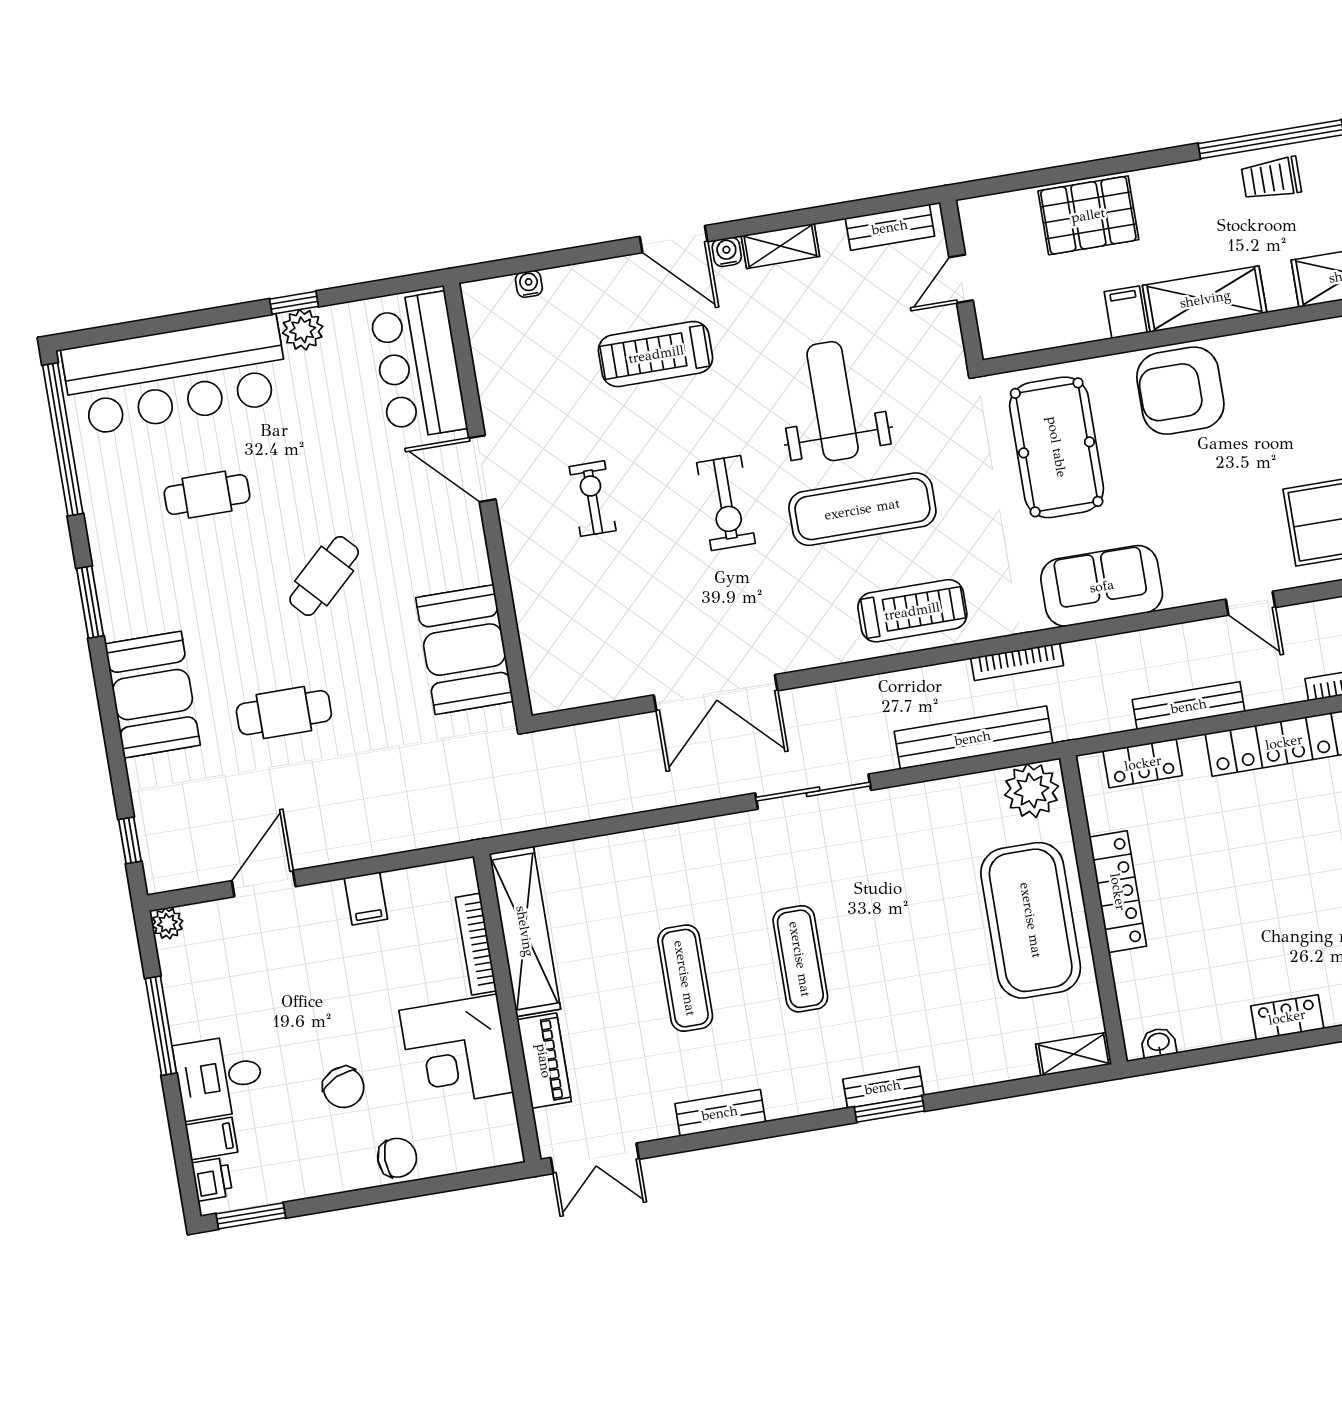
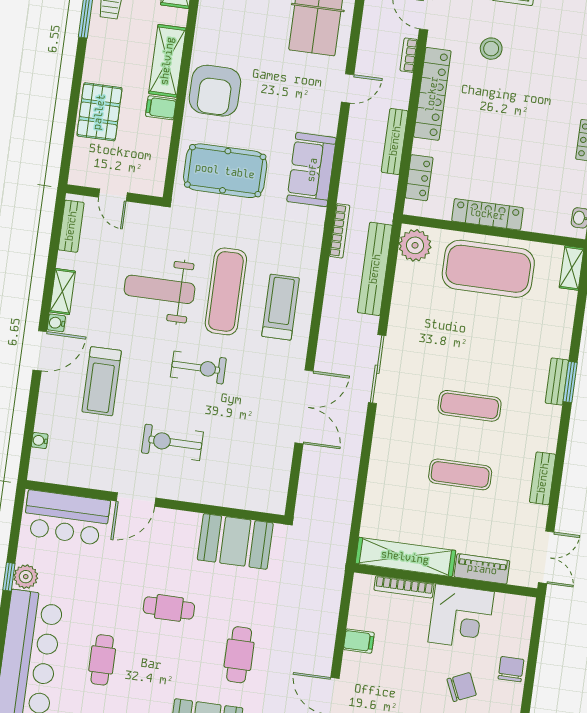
exercise bike: (593, 499) -> (172, 442), width x1.38, depth x1.39
cafe table: (324, 576) -> (169, 608), turned -47
treadmill: (912, 611) -> (281, 307), moved

